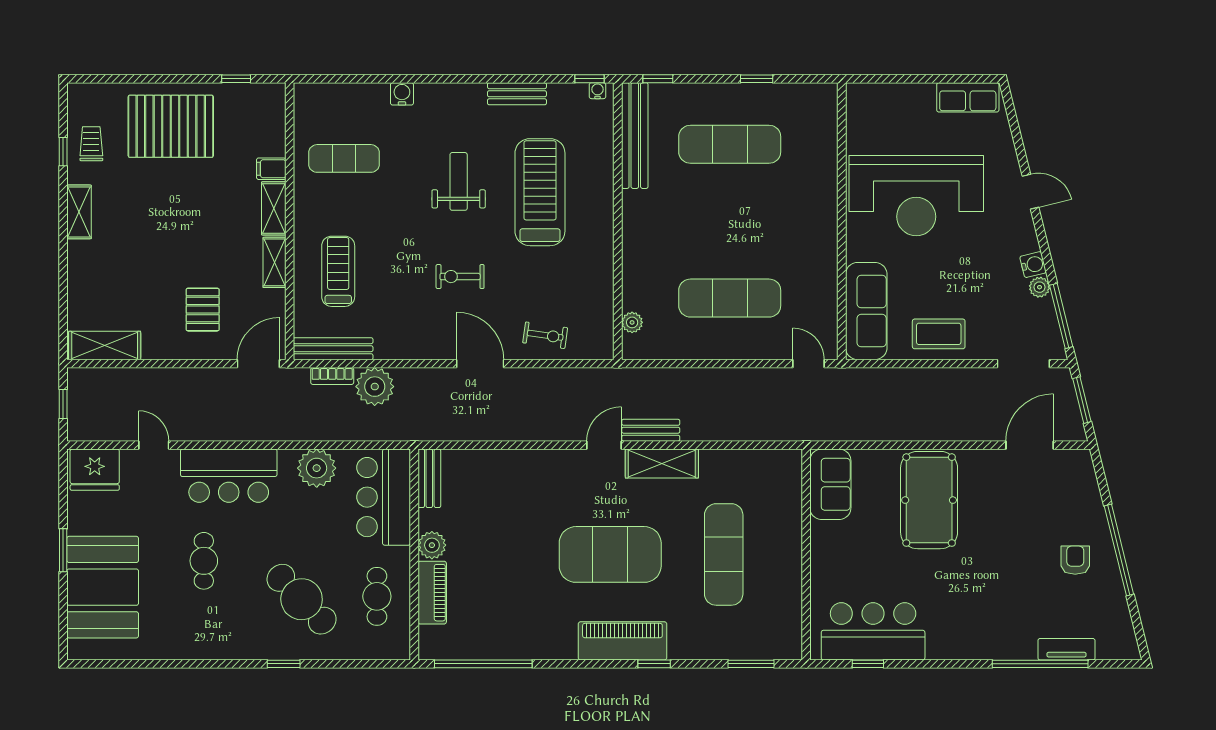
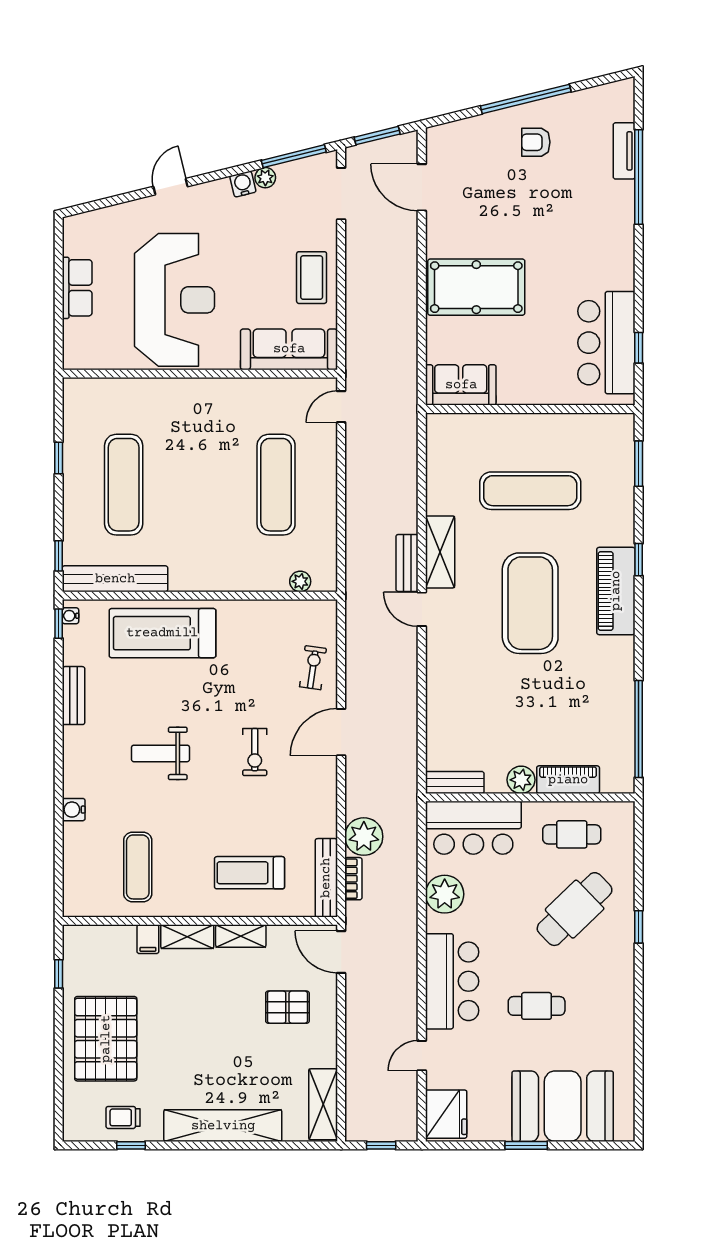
row of seats: (968, 97) -> (77, 288), moved
treadmill: (540, 192) -> (162, 633), moved
shelving: (79, 212) -> (223, 1126), width x2.20, depth x1.33

